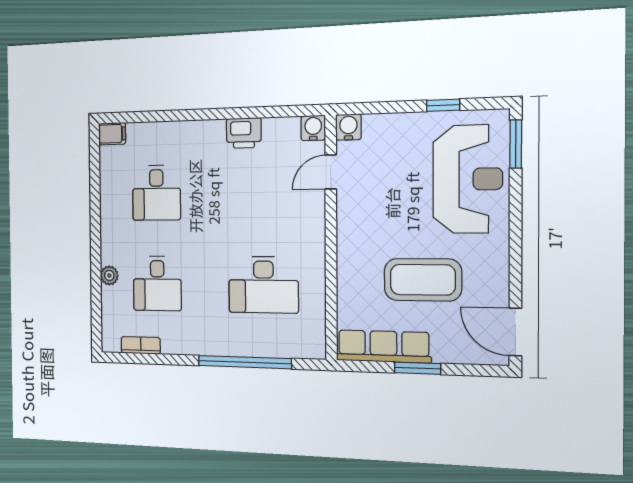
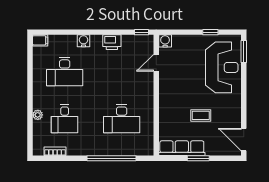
window: (301, 111) -> (141, 32), added
water cooler: (313, 128) -> (83, 41), moved
desk: (156, 193) -> (65, 72), width x1.37
coffee table: (423, 280) -> (201, 115), width x0.54, depth x0.58

